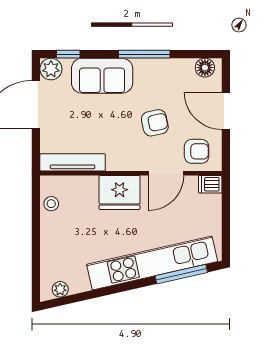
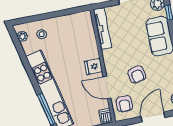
fridge: (120, 192) -> (93, 67), width x0.53, depth x0.75
stool: (51, 204) -> (42, 34), moved

